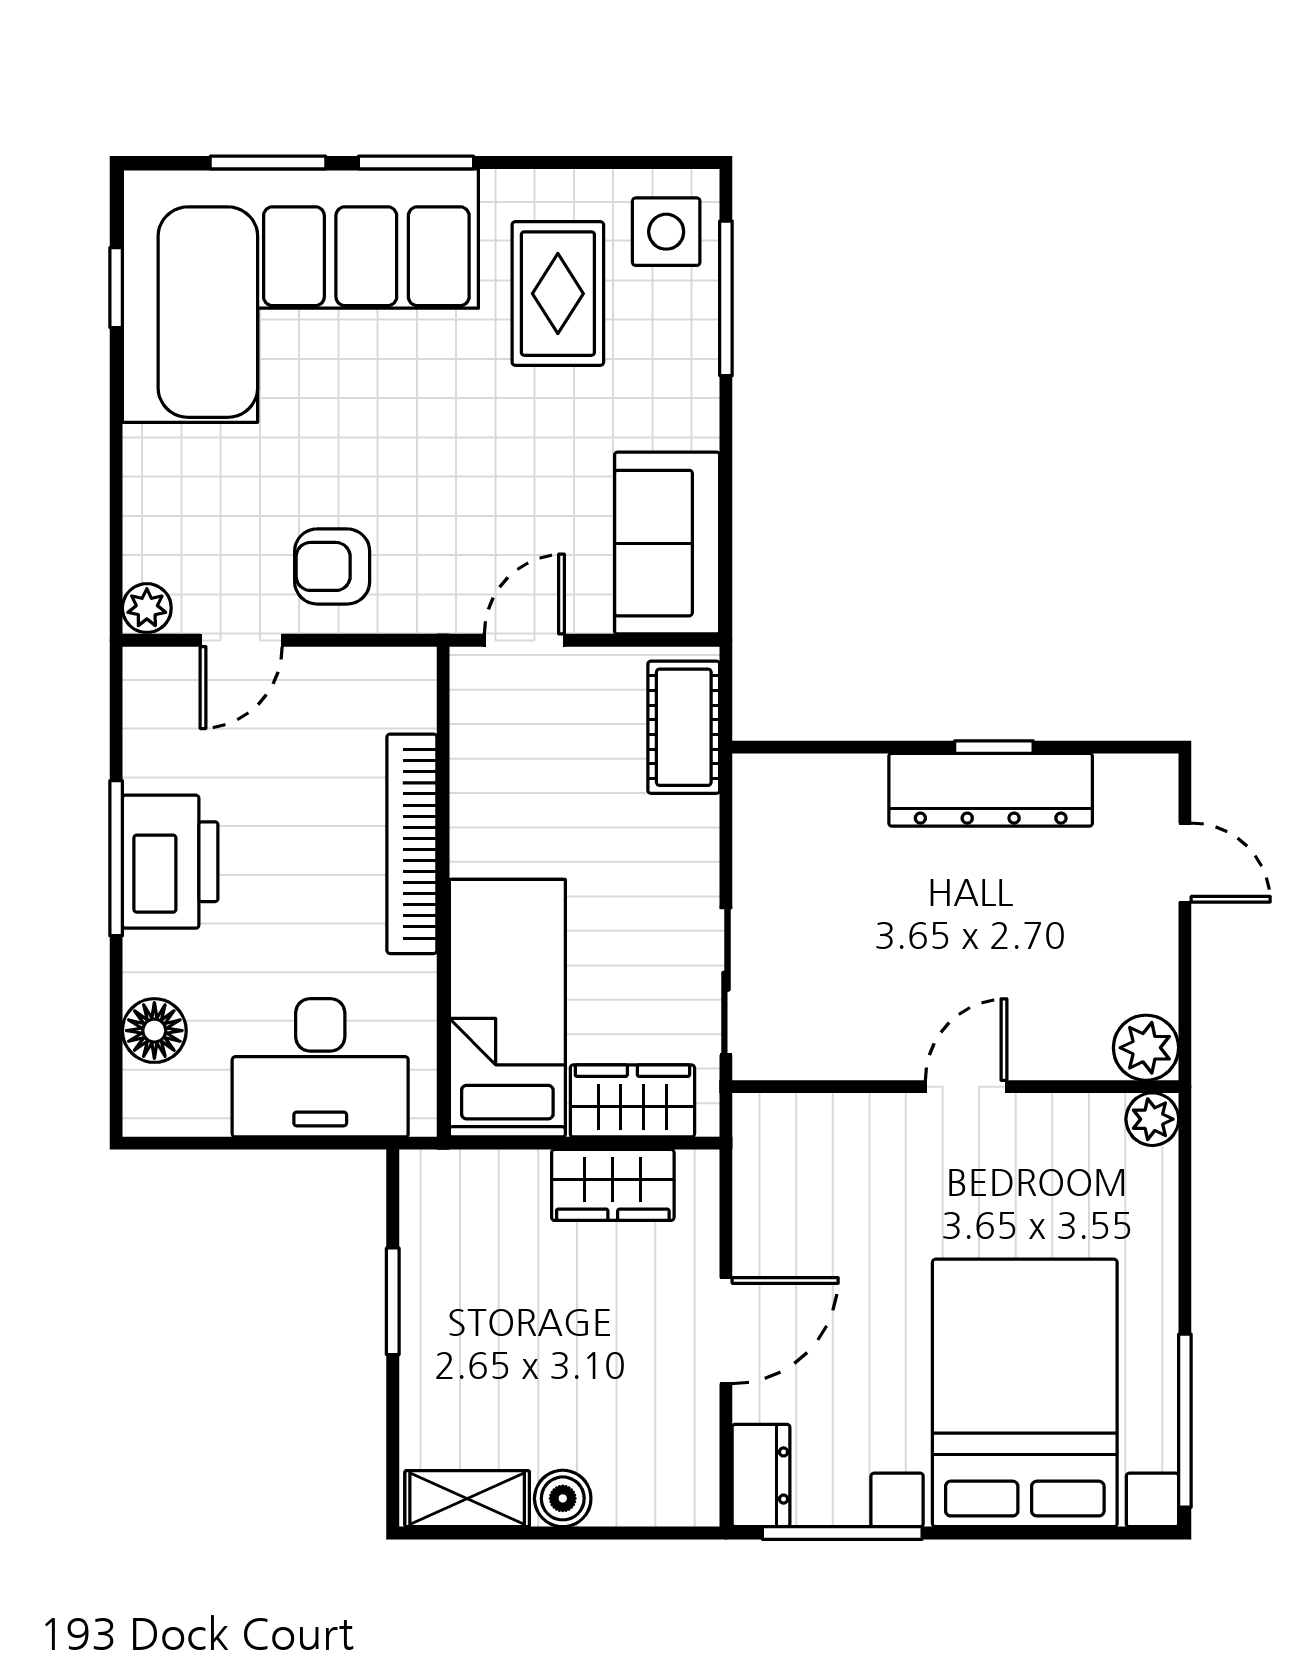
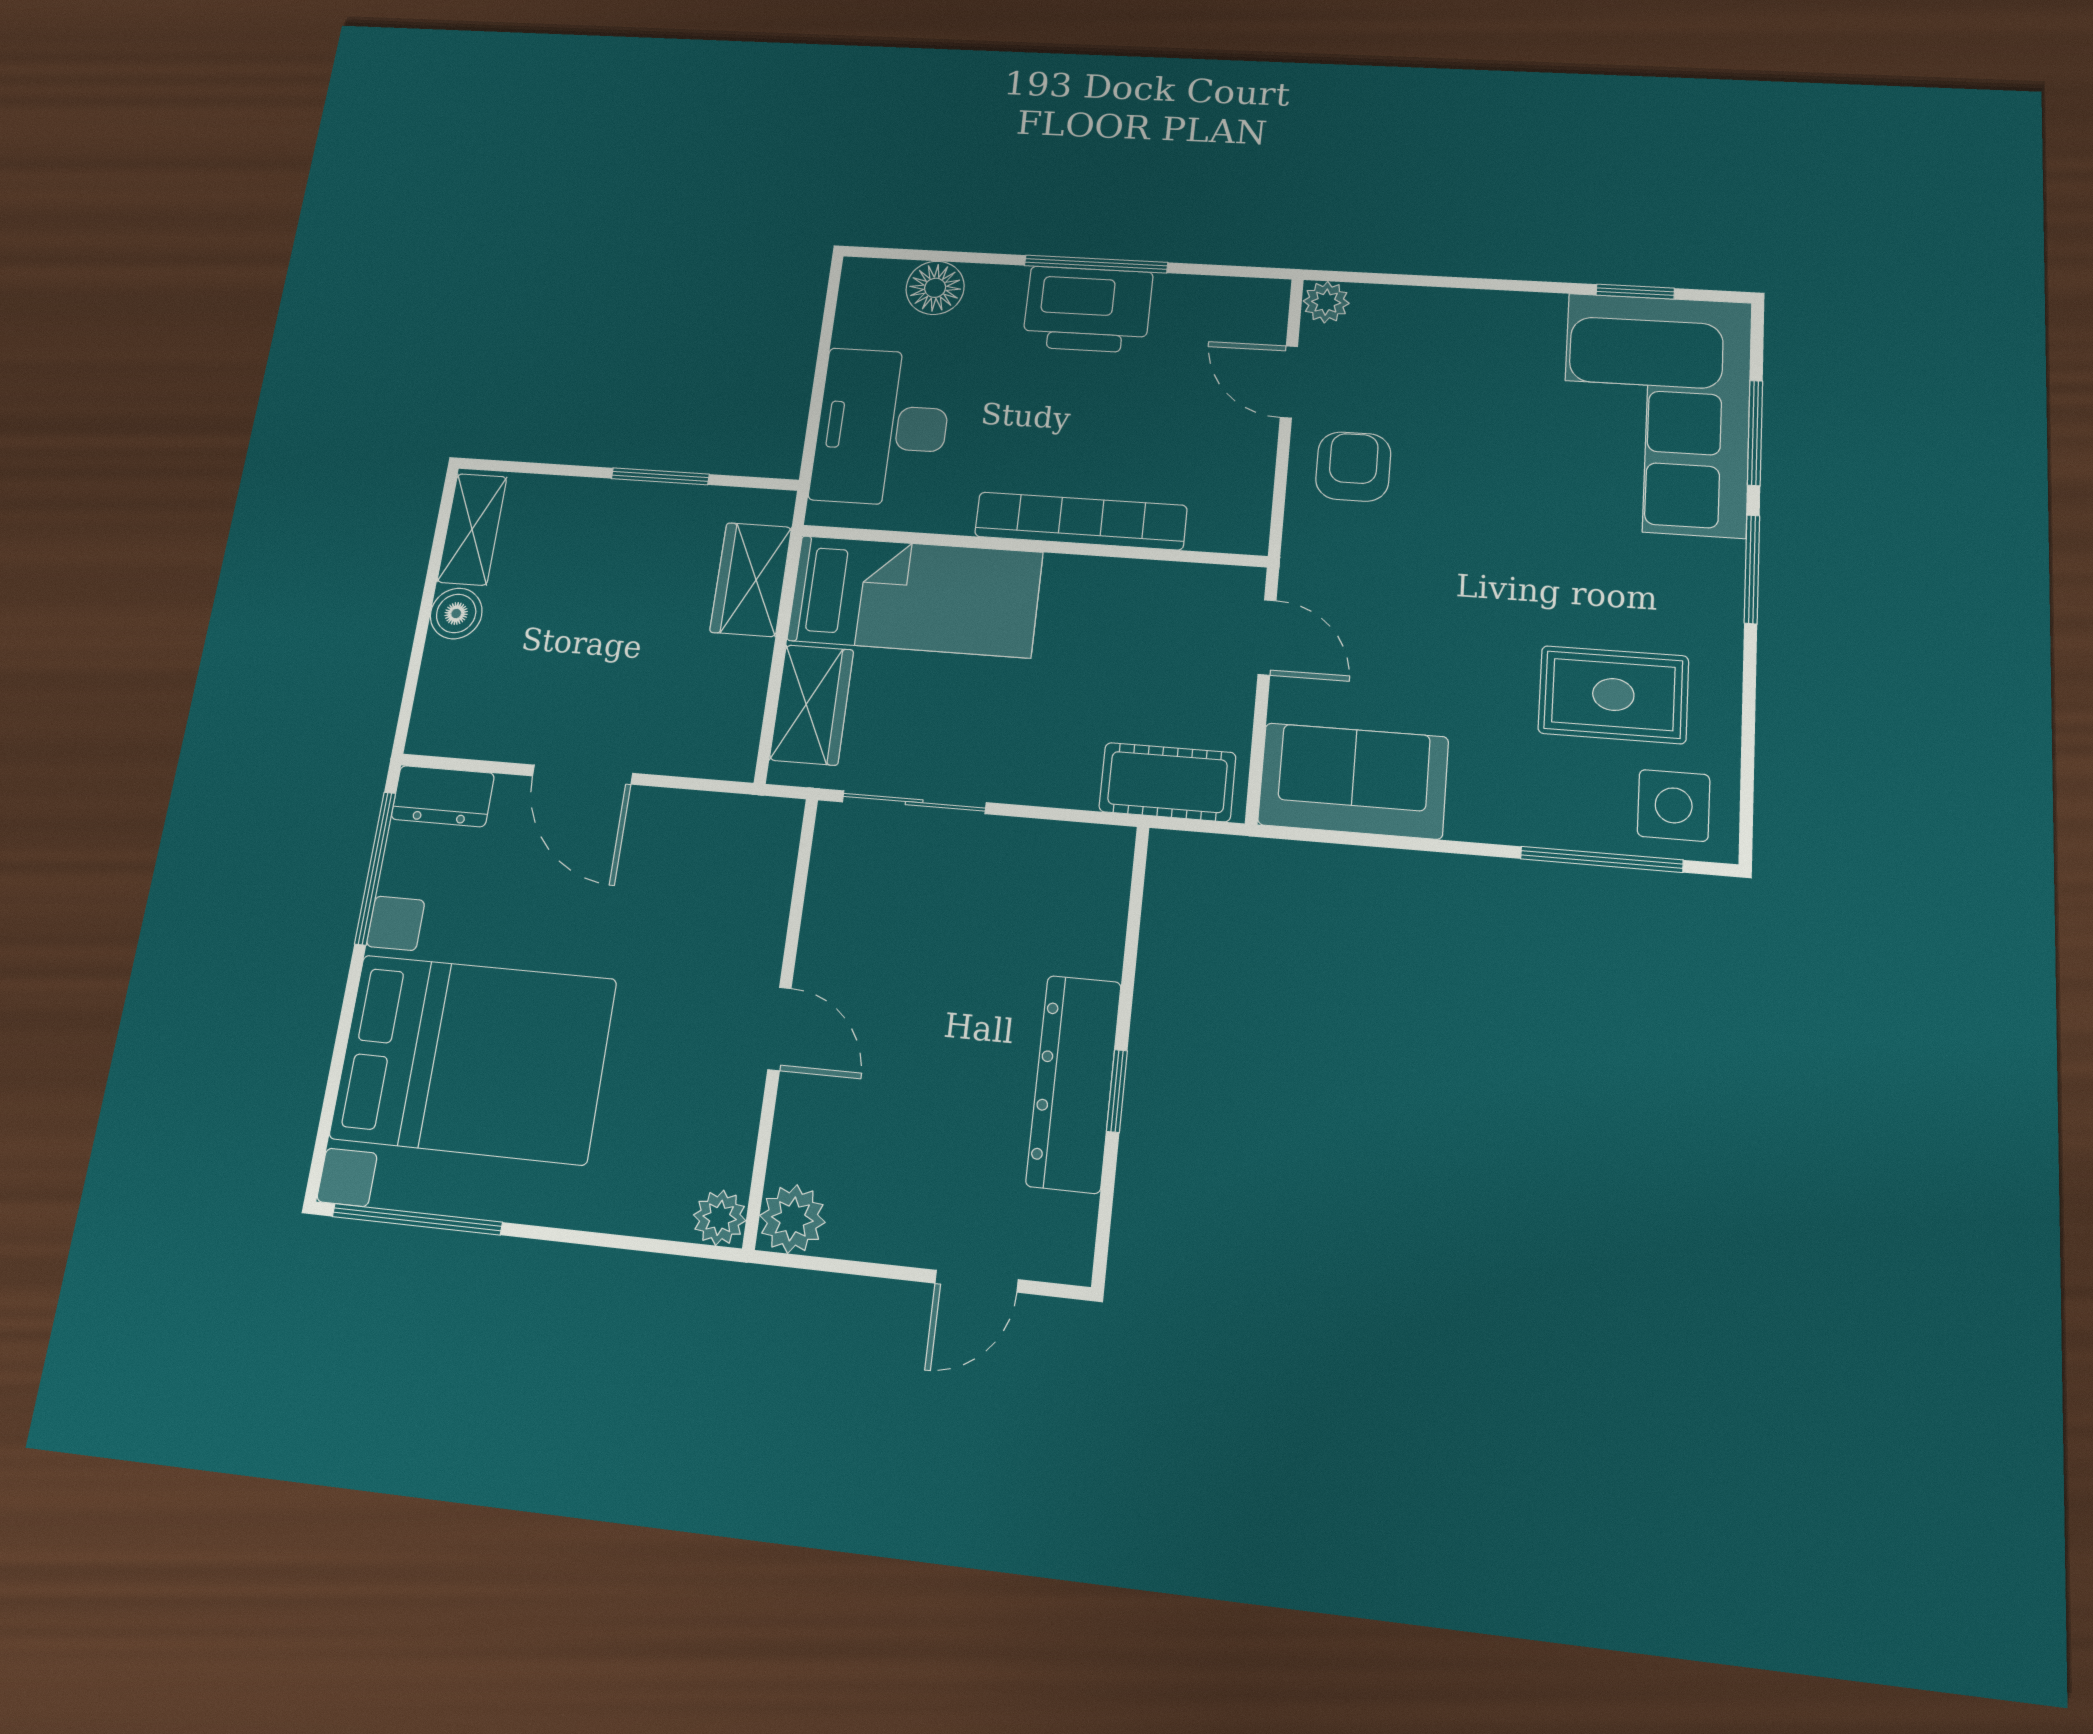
corner sofa: (300, 296) -> (1656, 414), width x0.73, depth x0.74
wardrobe: (613, 1185) -> (751, 579), moved

